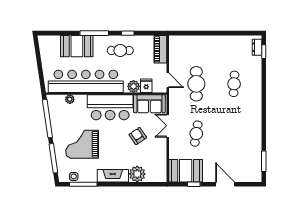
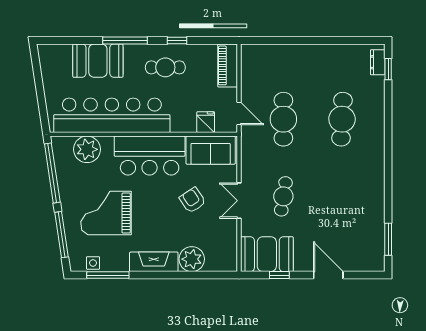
cafe table: (234, 84) -> (342, 119), width x1.37, depth x1.35
plant: (134, 86) -> (186, 123), removed
plant: (70, 99) -> (87, 149), width x1.88, depth x1.88
double door: (168, 126) -> (239, 201), moved

